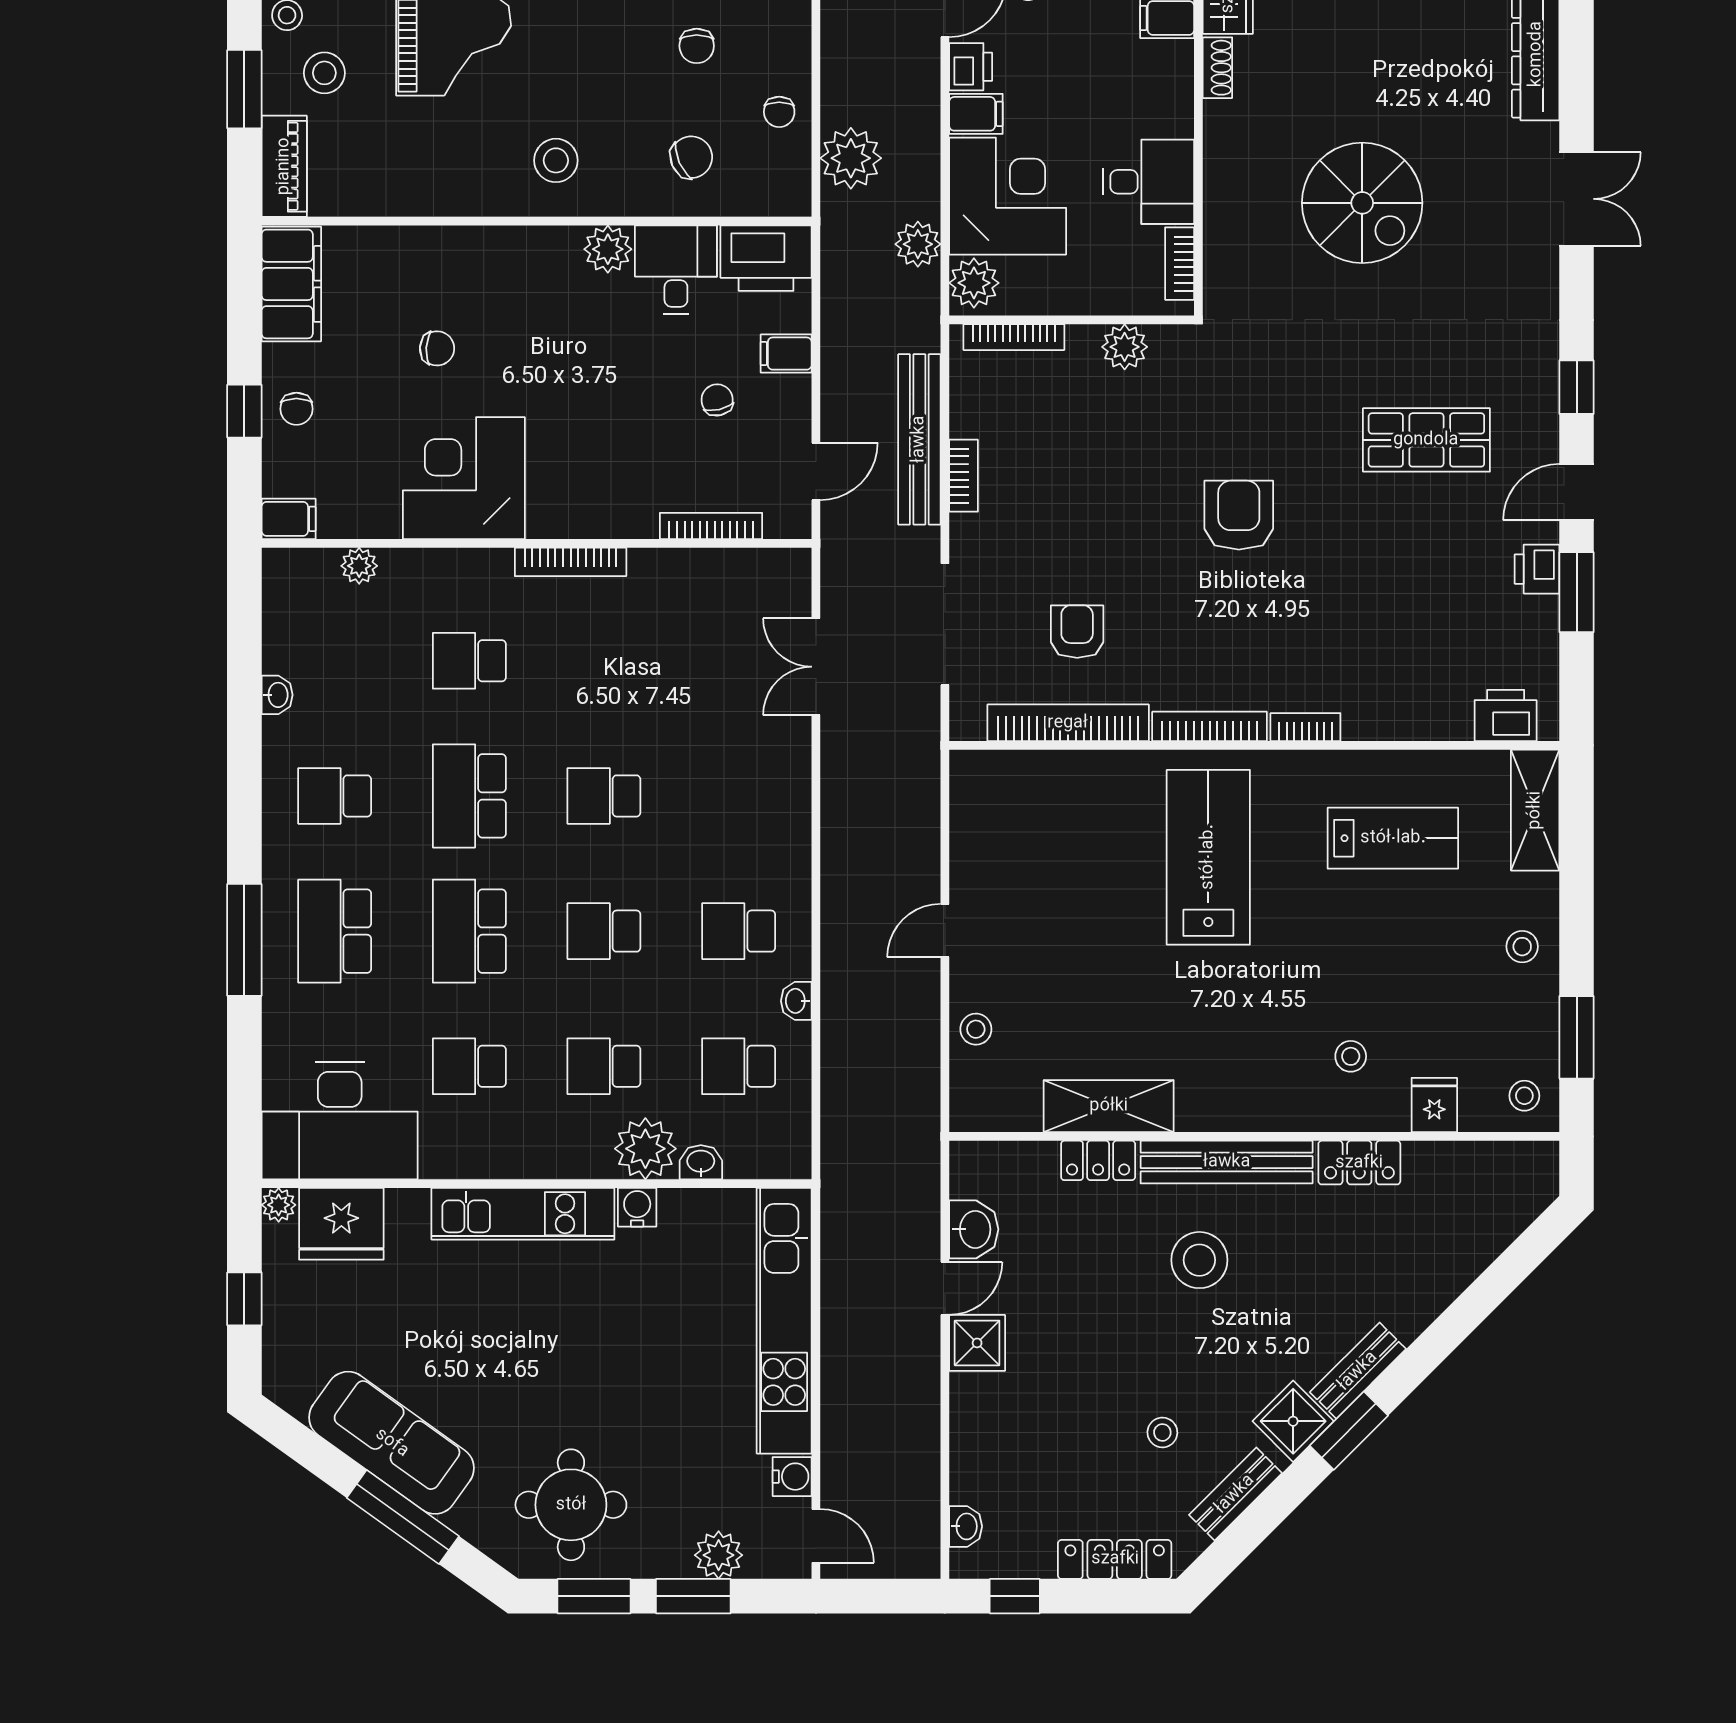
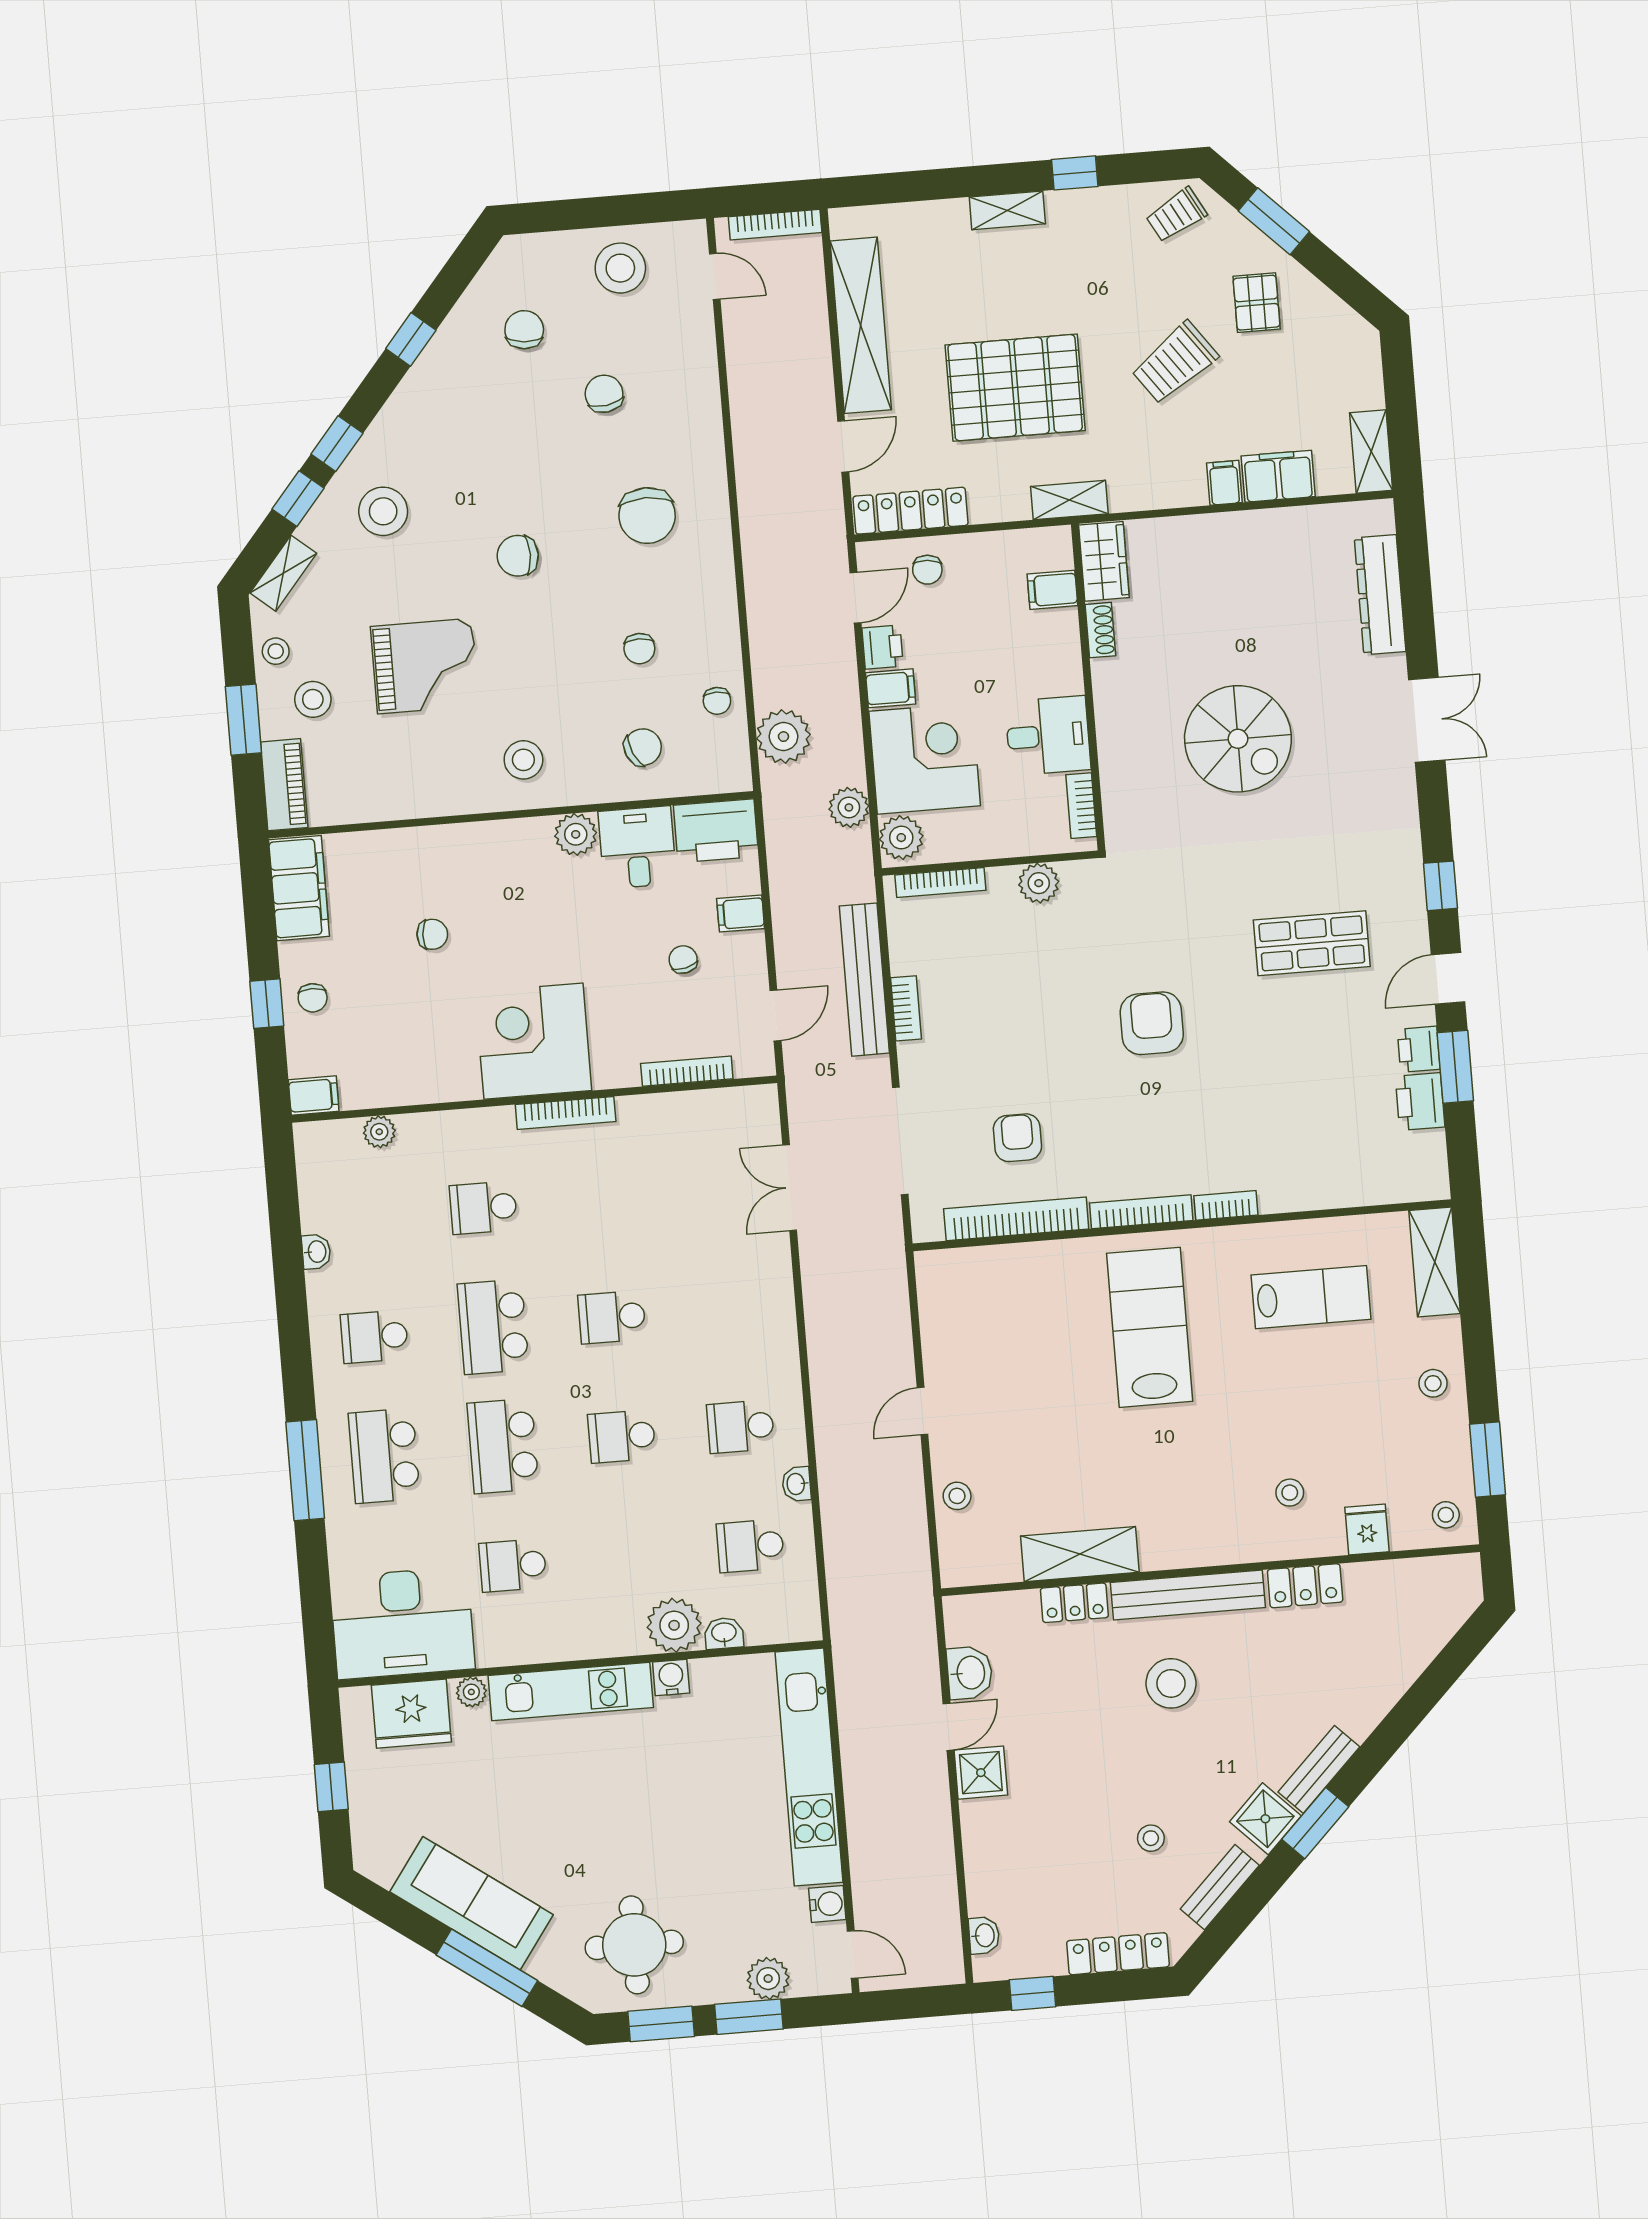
corner desk: (464, 478) -> (533, 1041), moved
printer: (1506, 715) -> (1420, 1102), moved, turned -90
school desk: (604, 1066) -> (632, 1556), removed
plant: (279, 1205) -> (471, 1692), moved

